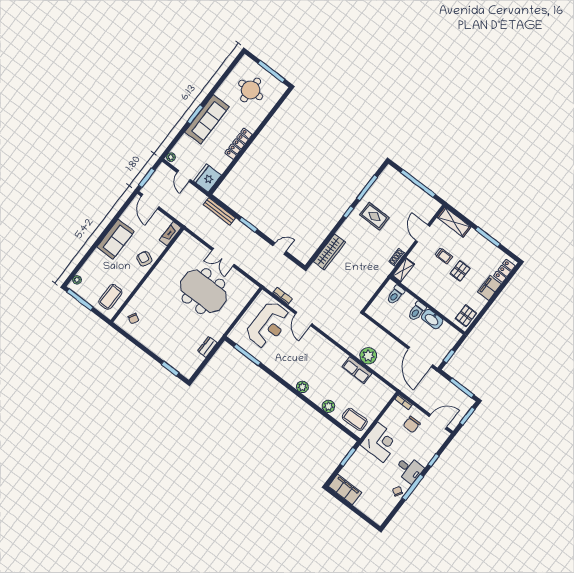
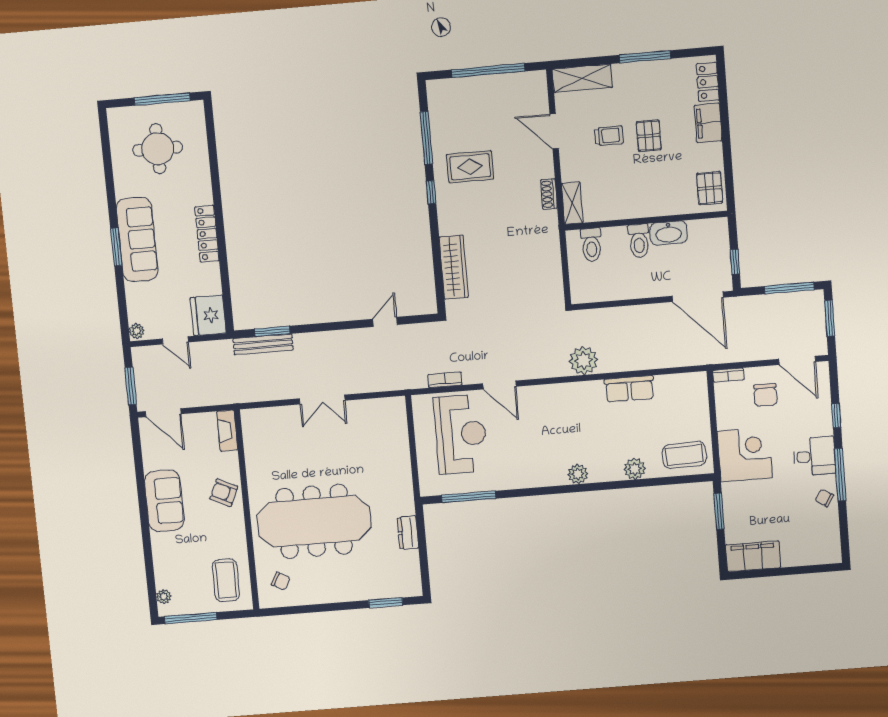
window: (248, 225) -> (272, 331), moved
meeting table: (203, 291) -> (314, 521), moved, width x1.36
plant: (368, 356) -> (584, 361), moved
door: (438, 422) -> (797, 360), swing flipped

